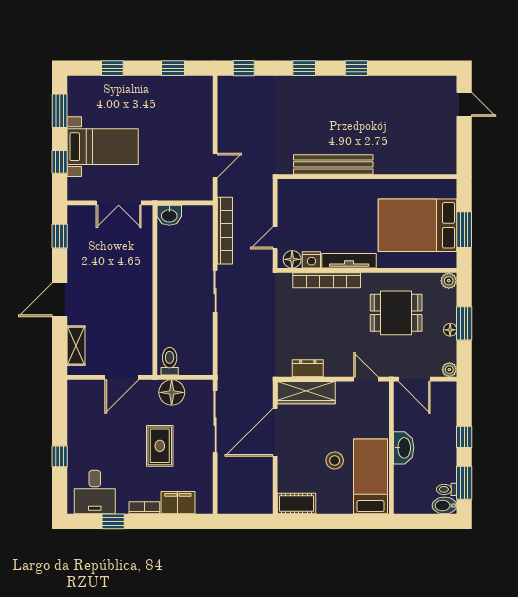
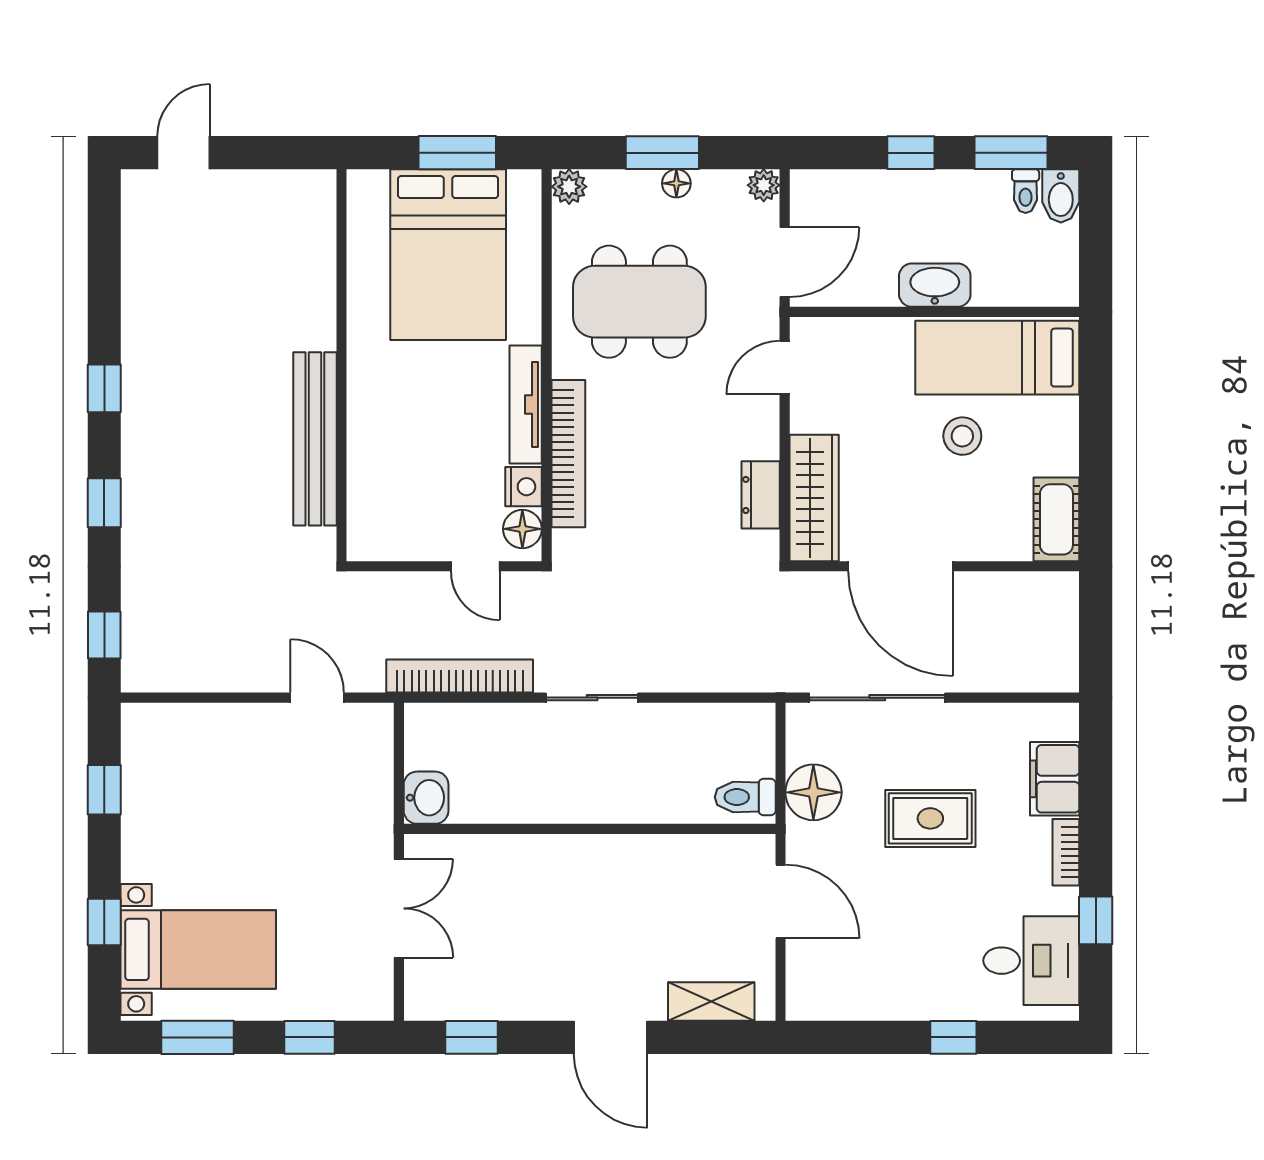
bed with nightstands: (103, 147) -> (198, 949), moved, turned 90
dining table: (396, 313) -> (639, 302), width x1.38

